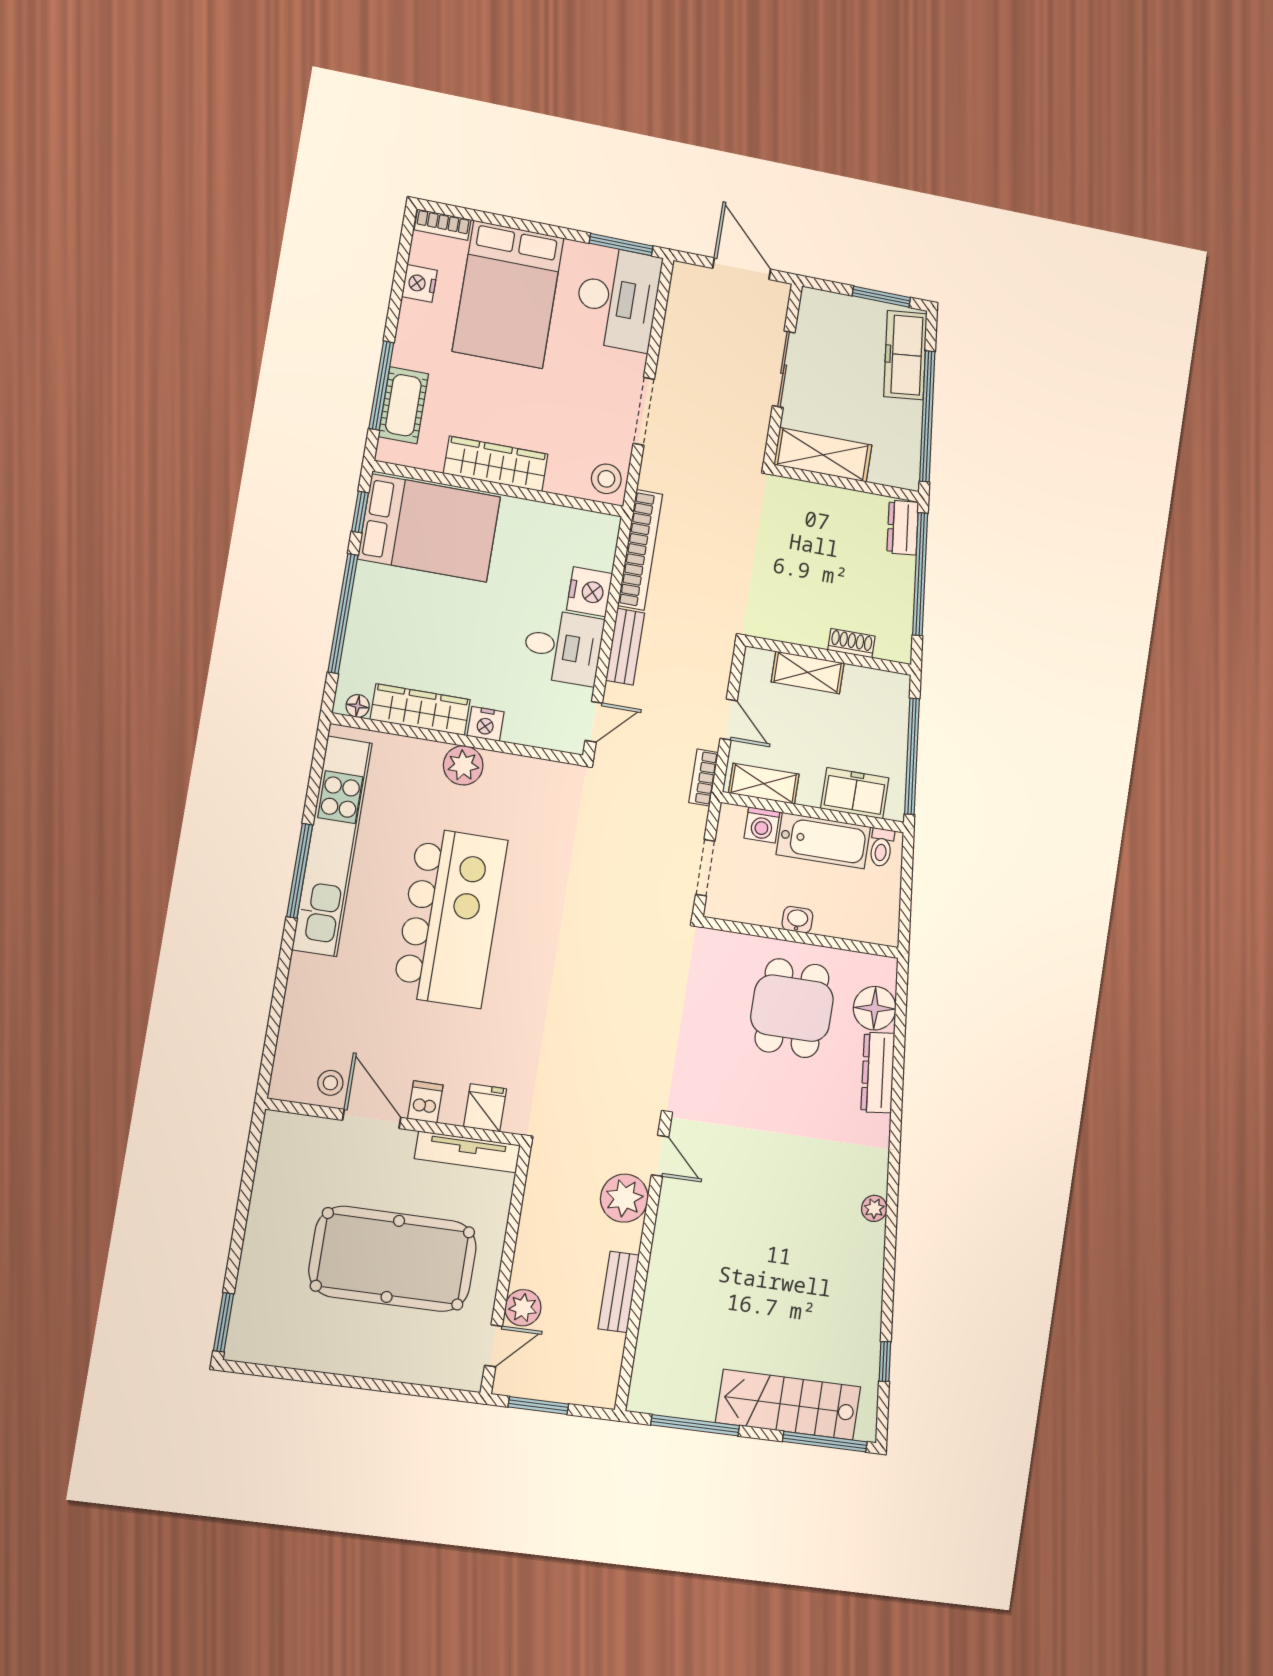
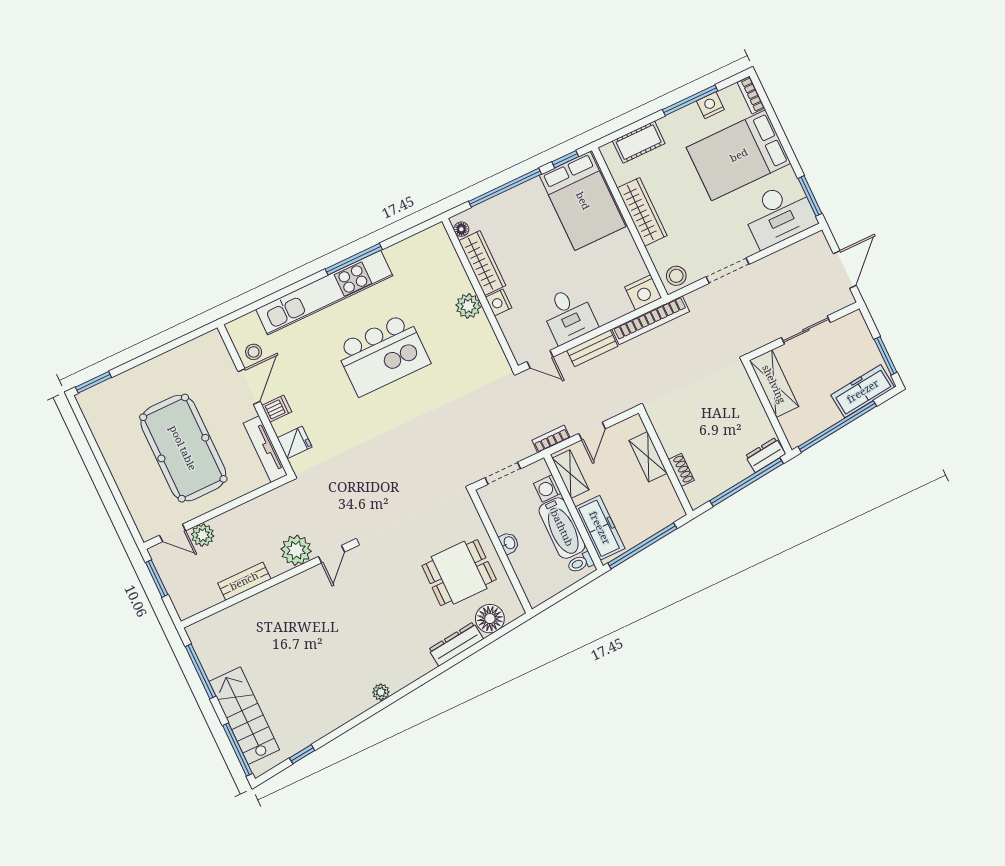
window: (381, 386) -> (690, 100), moved
nightstand: (590, 592) -> (643, 292), moved
freezer: (855, 793) -> (600, 528), width x1.40
kitchen unit: (332, 846) -> (324, 293), moved
kitchen island: (450, 918) -> (383, 355), width x0.73

